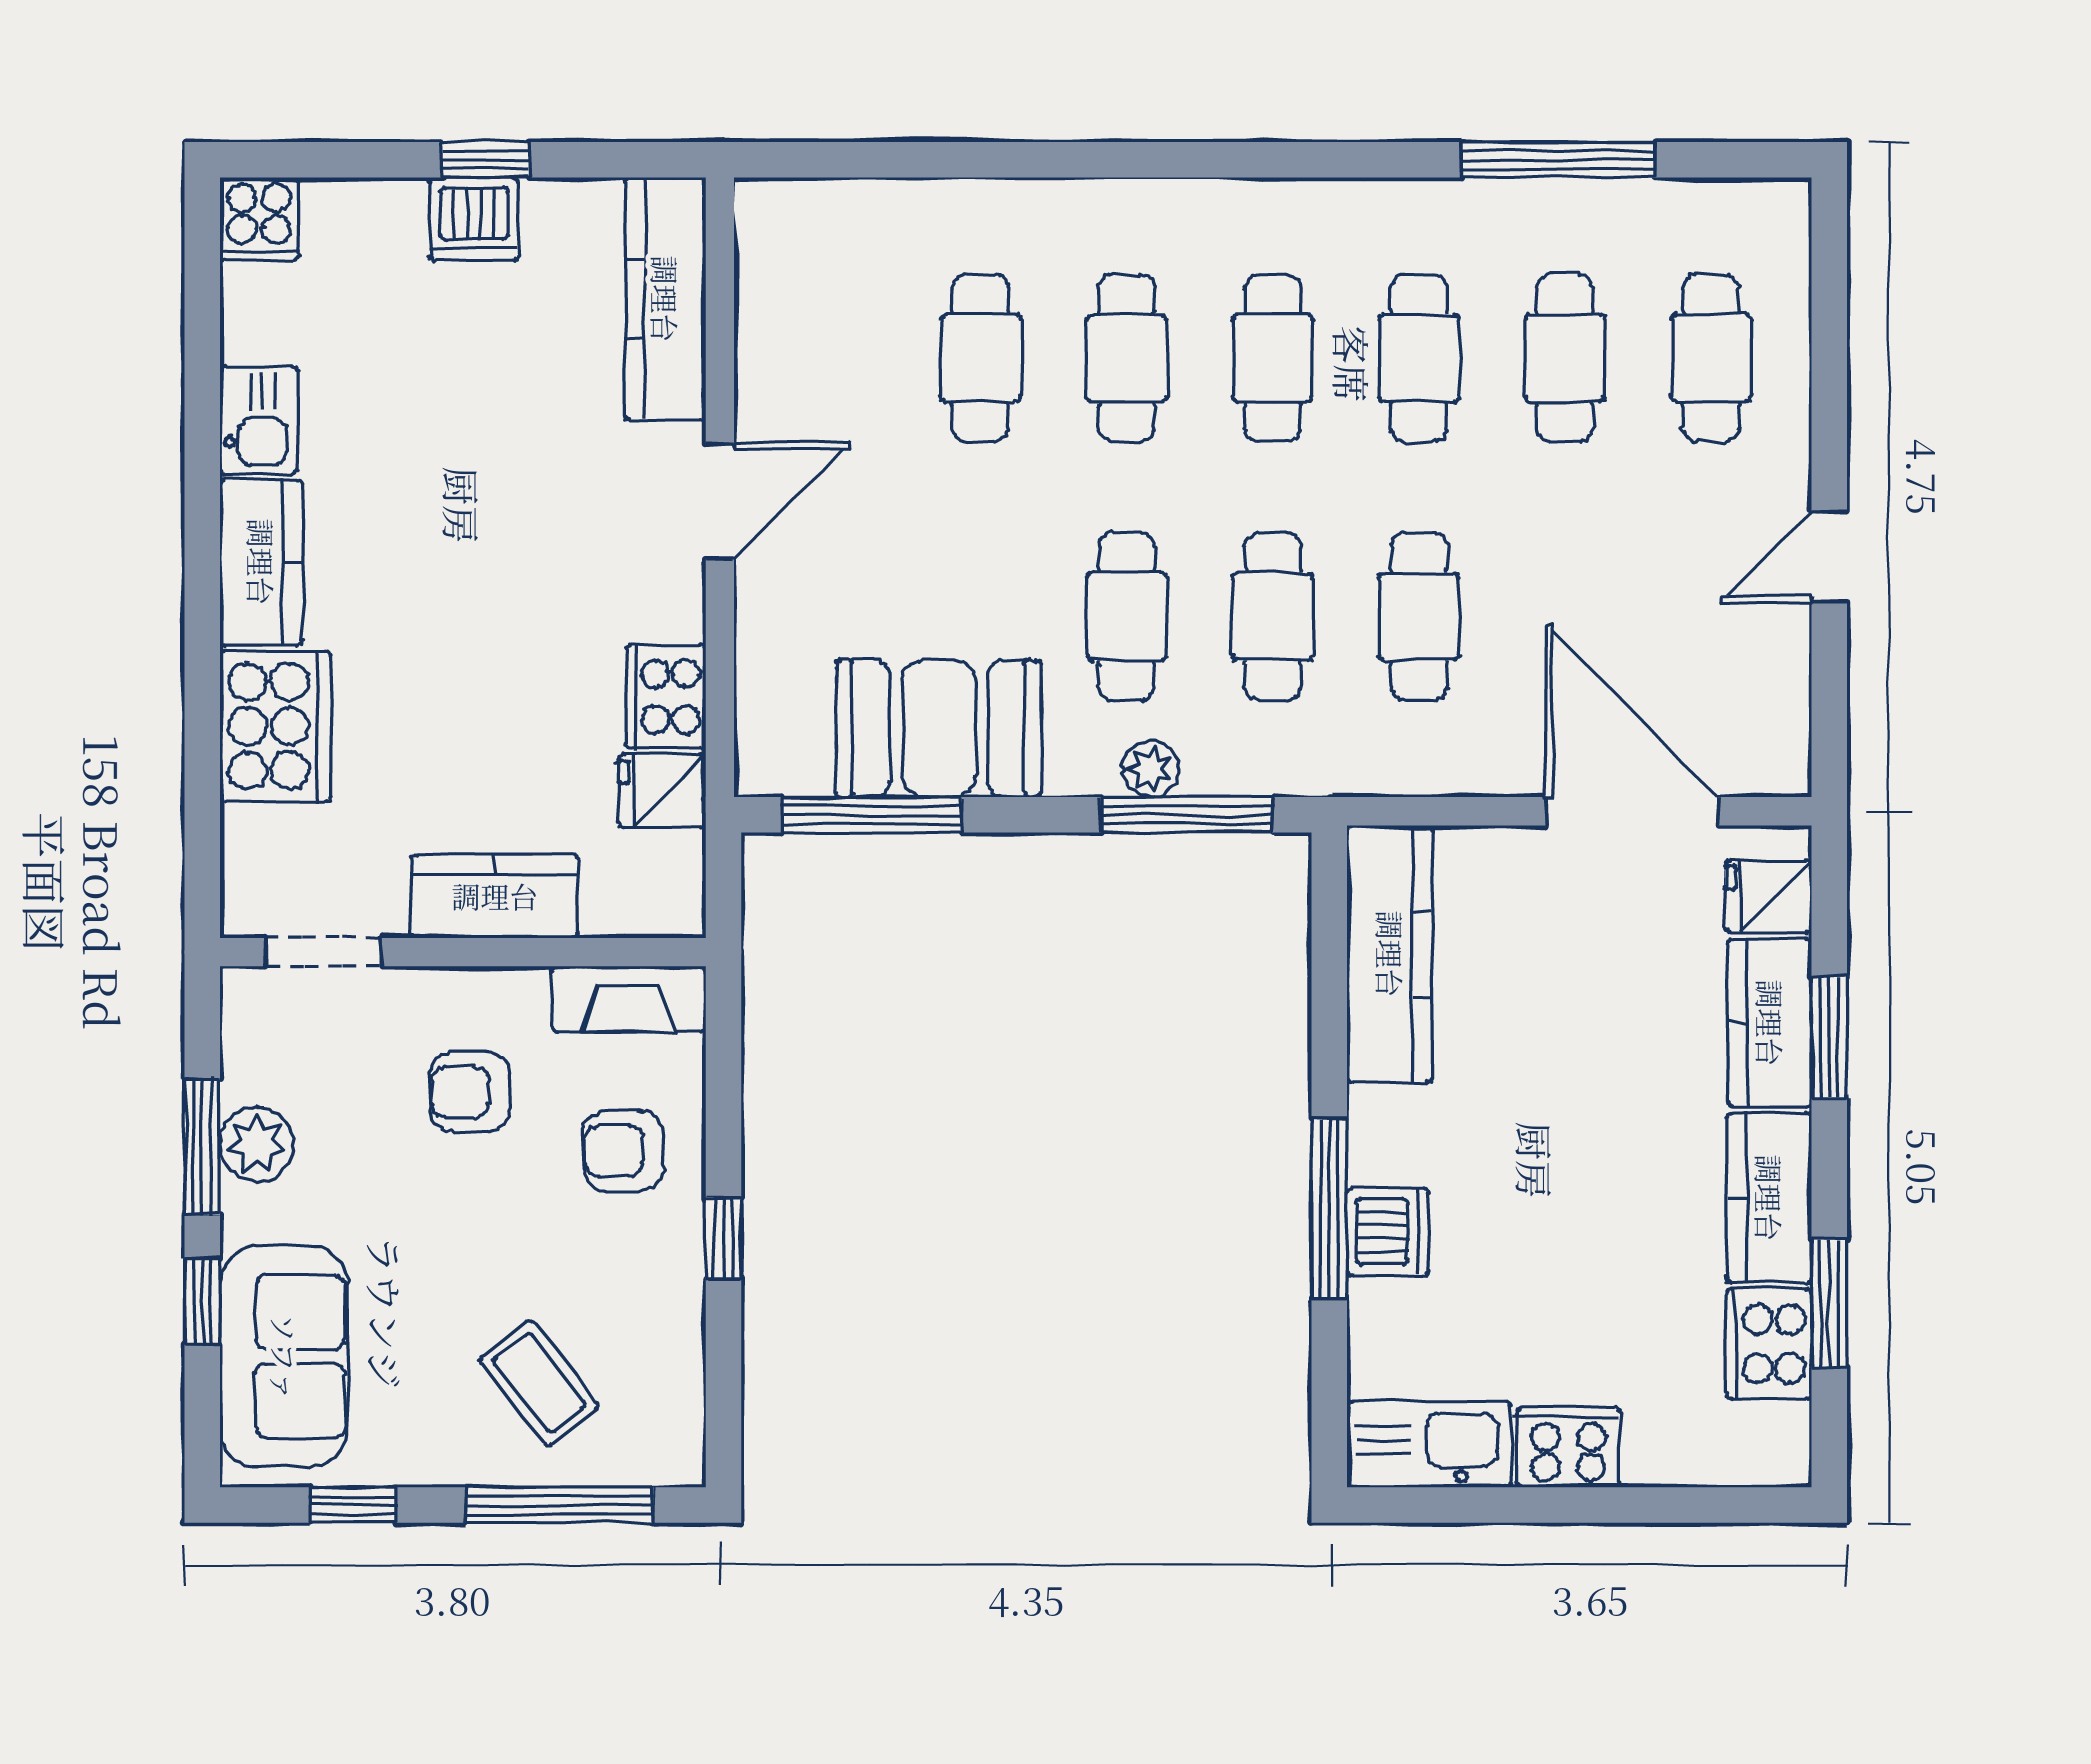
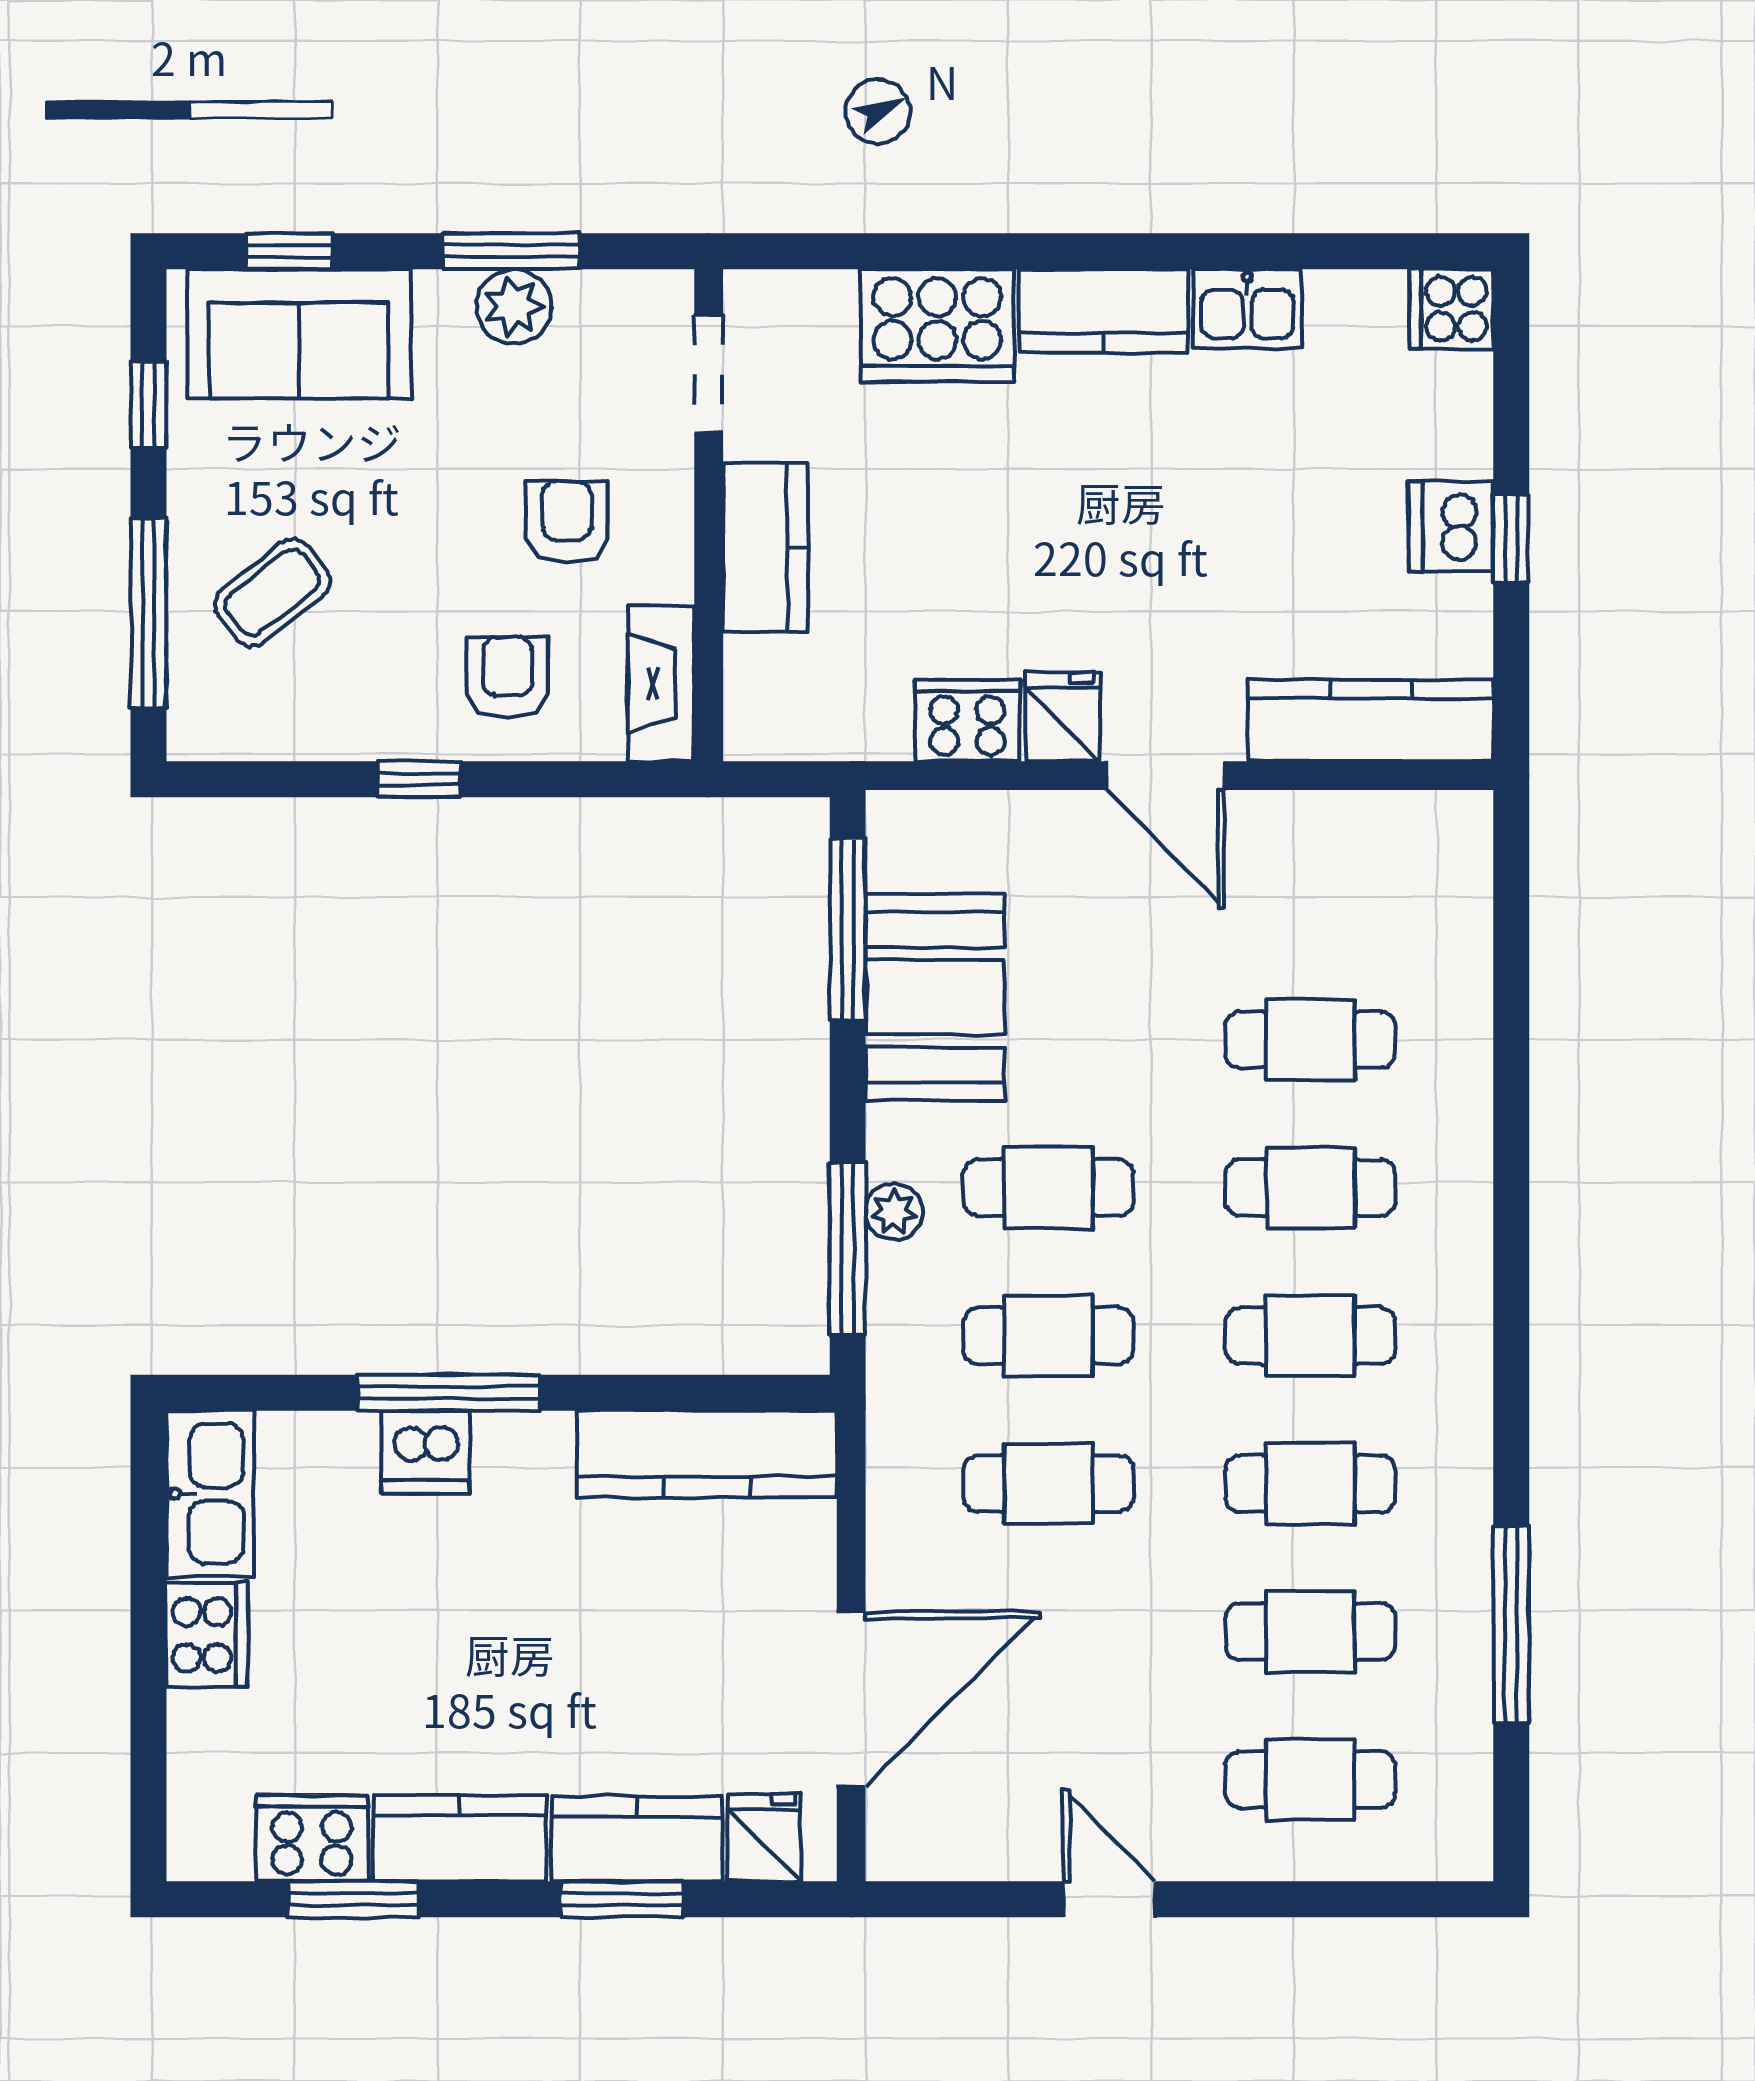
fridge: (662, 791) -> (1063, 717), moved
window: (202, 1301) -> (289, 251), moved

